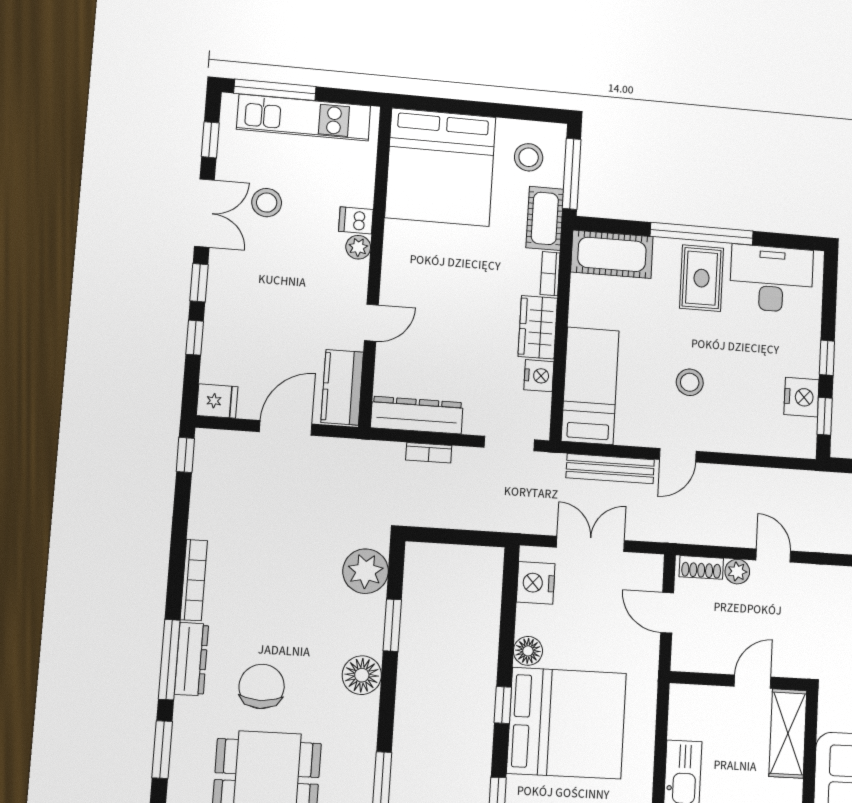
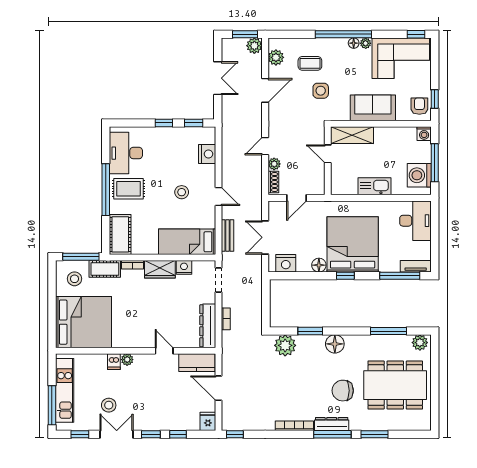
nightstand: (802, 397) -> (207, 154), moved, turned 90
bench: (610, 469) -> (228, 235), width x0.73

